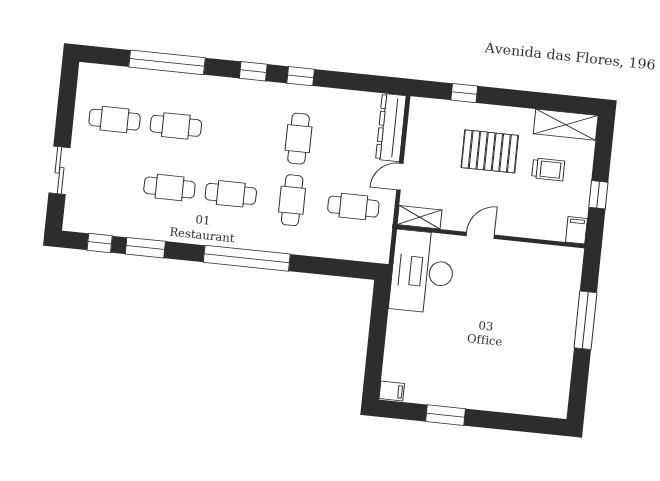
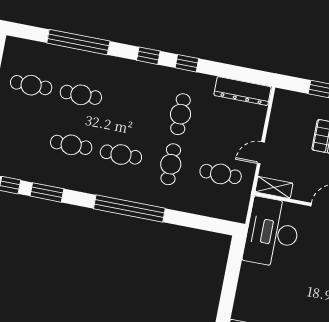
dresser: (391, 127) -> (242, 91), moved, turned -90

